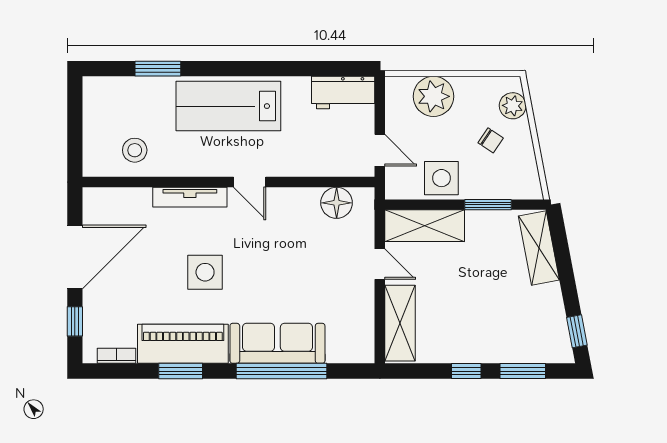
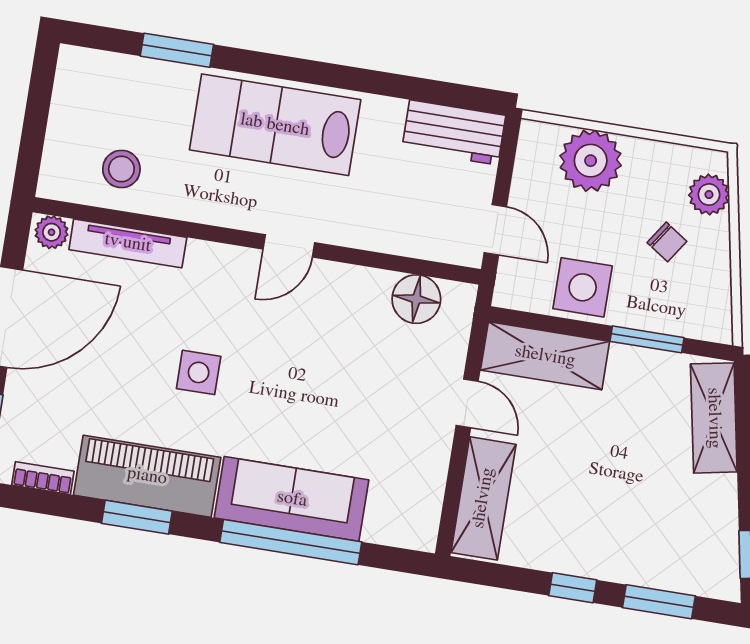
door: (250, 182) -> (289, 246), hinge flipped
tv unit: (190, 197) -> (128, 243), moved
plant: (97, 198) -> (52, 232), added
side table: (205, 272) -> (199, 372), width x0.73, depth x0.73

